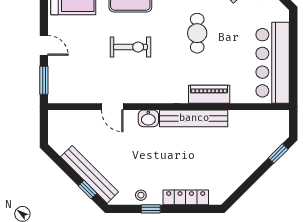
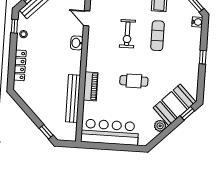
door: (112, 107) -> (87, 18), hinge flipped
bench: (194, 118) -> (73, 99), moved
window: (151, 209) -> (14, 26), moved

